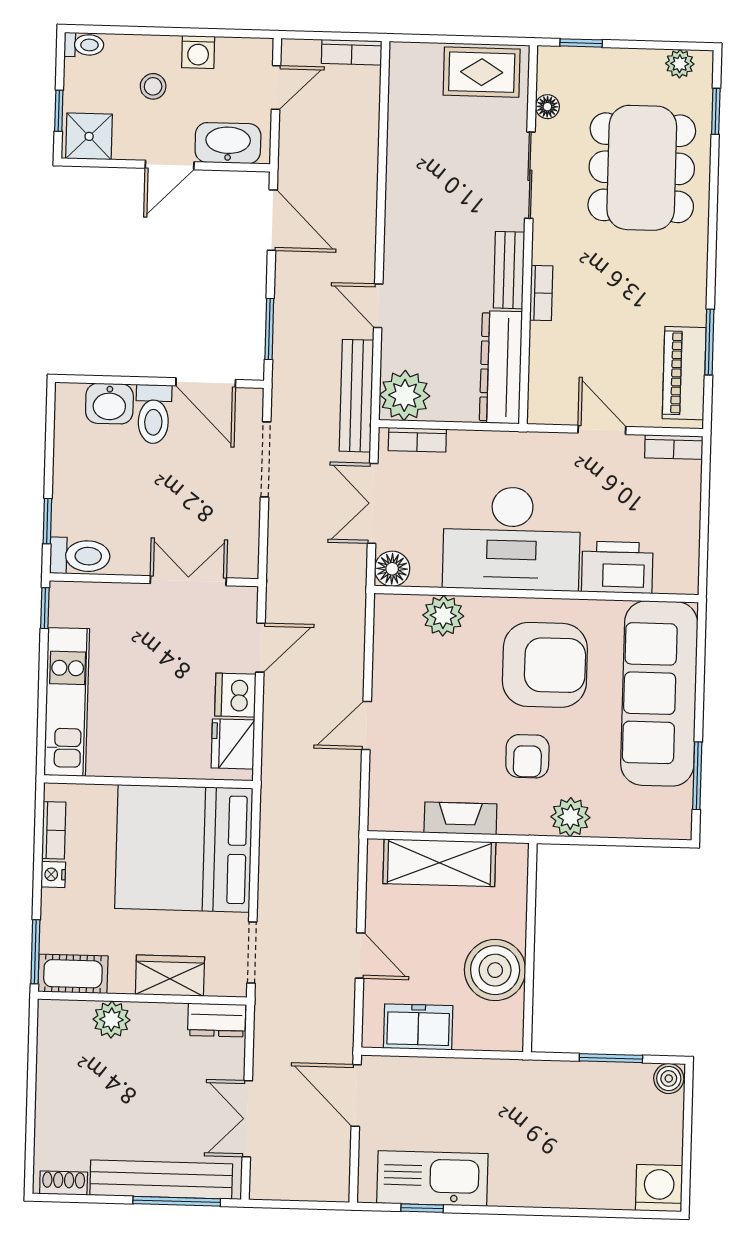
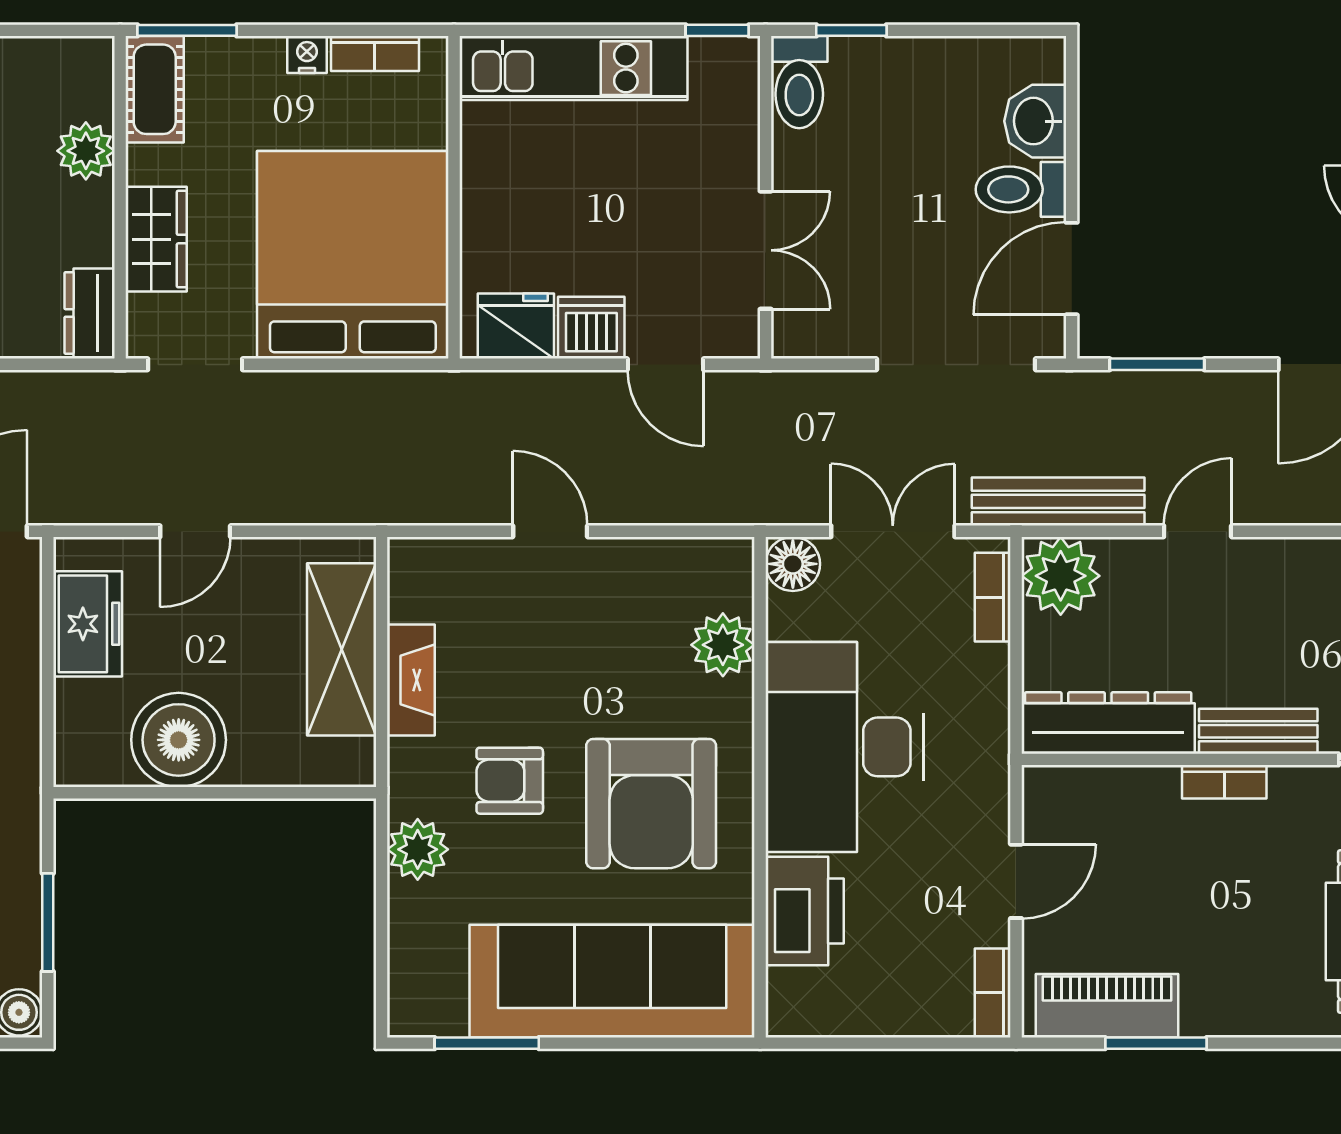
doorway: (266, 459) -> (956, 364), width x1.36

